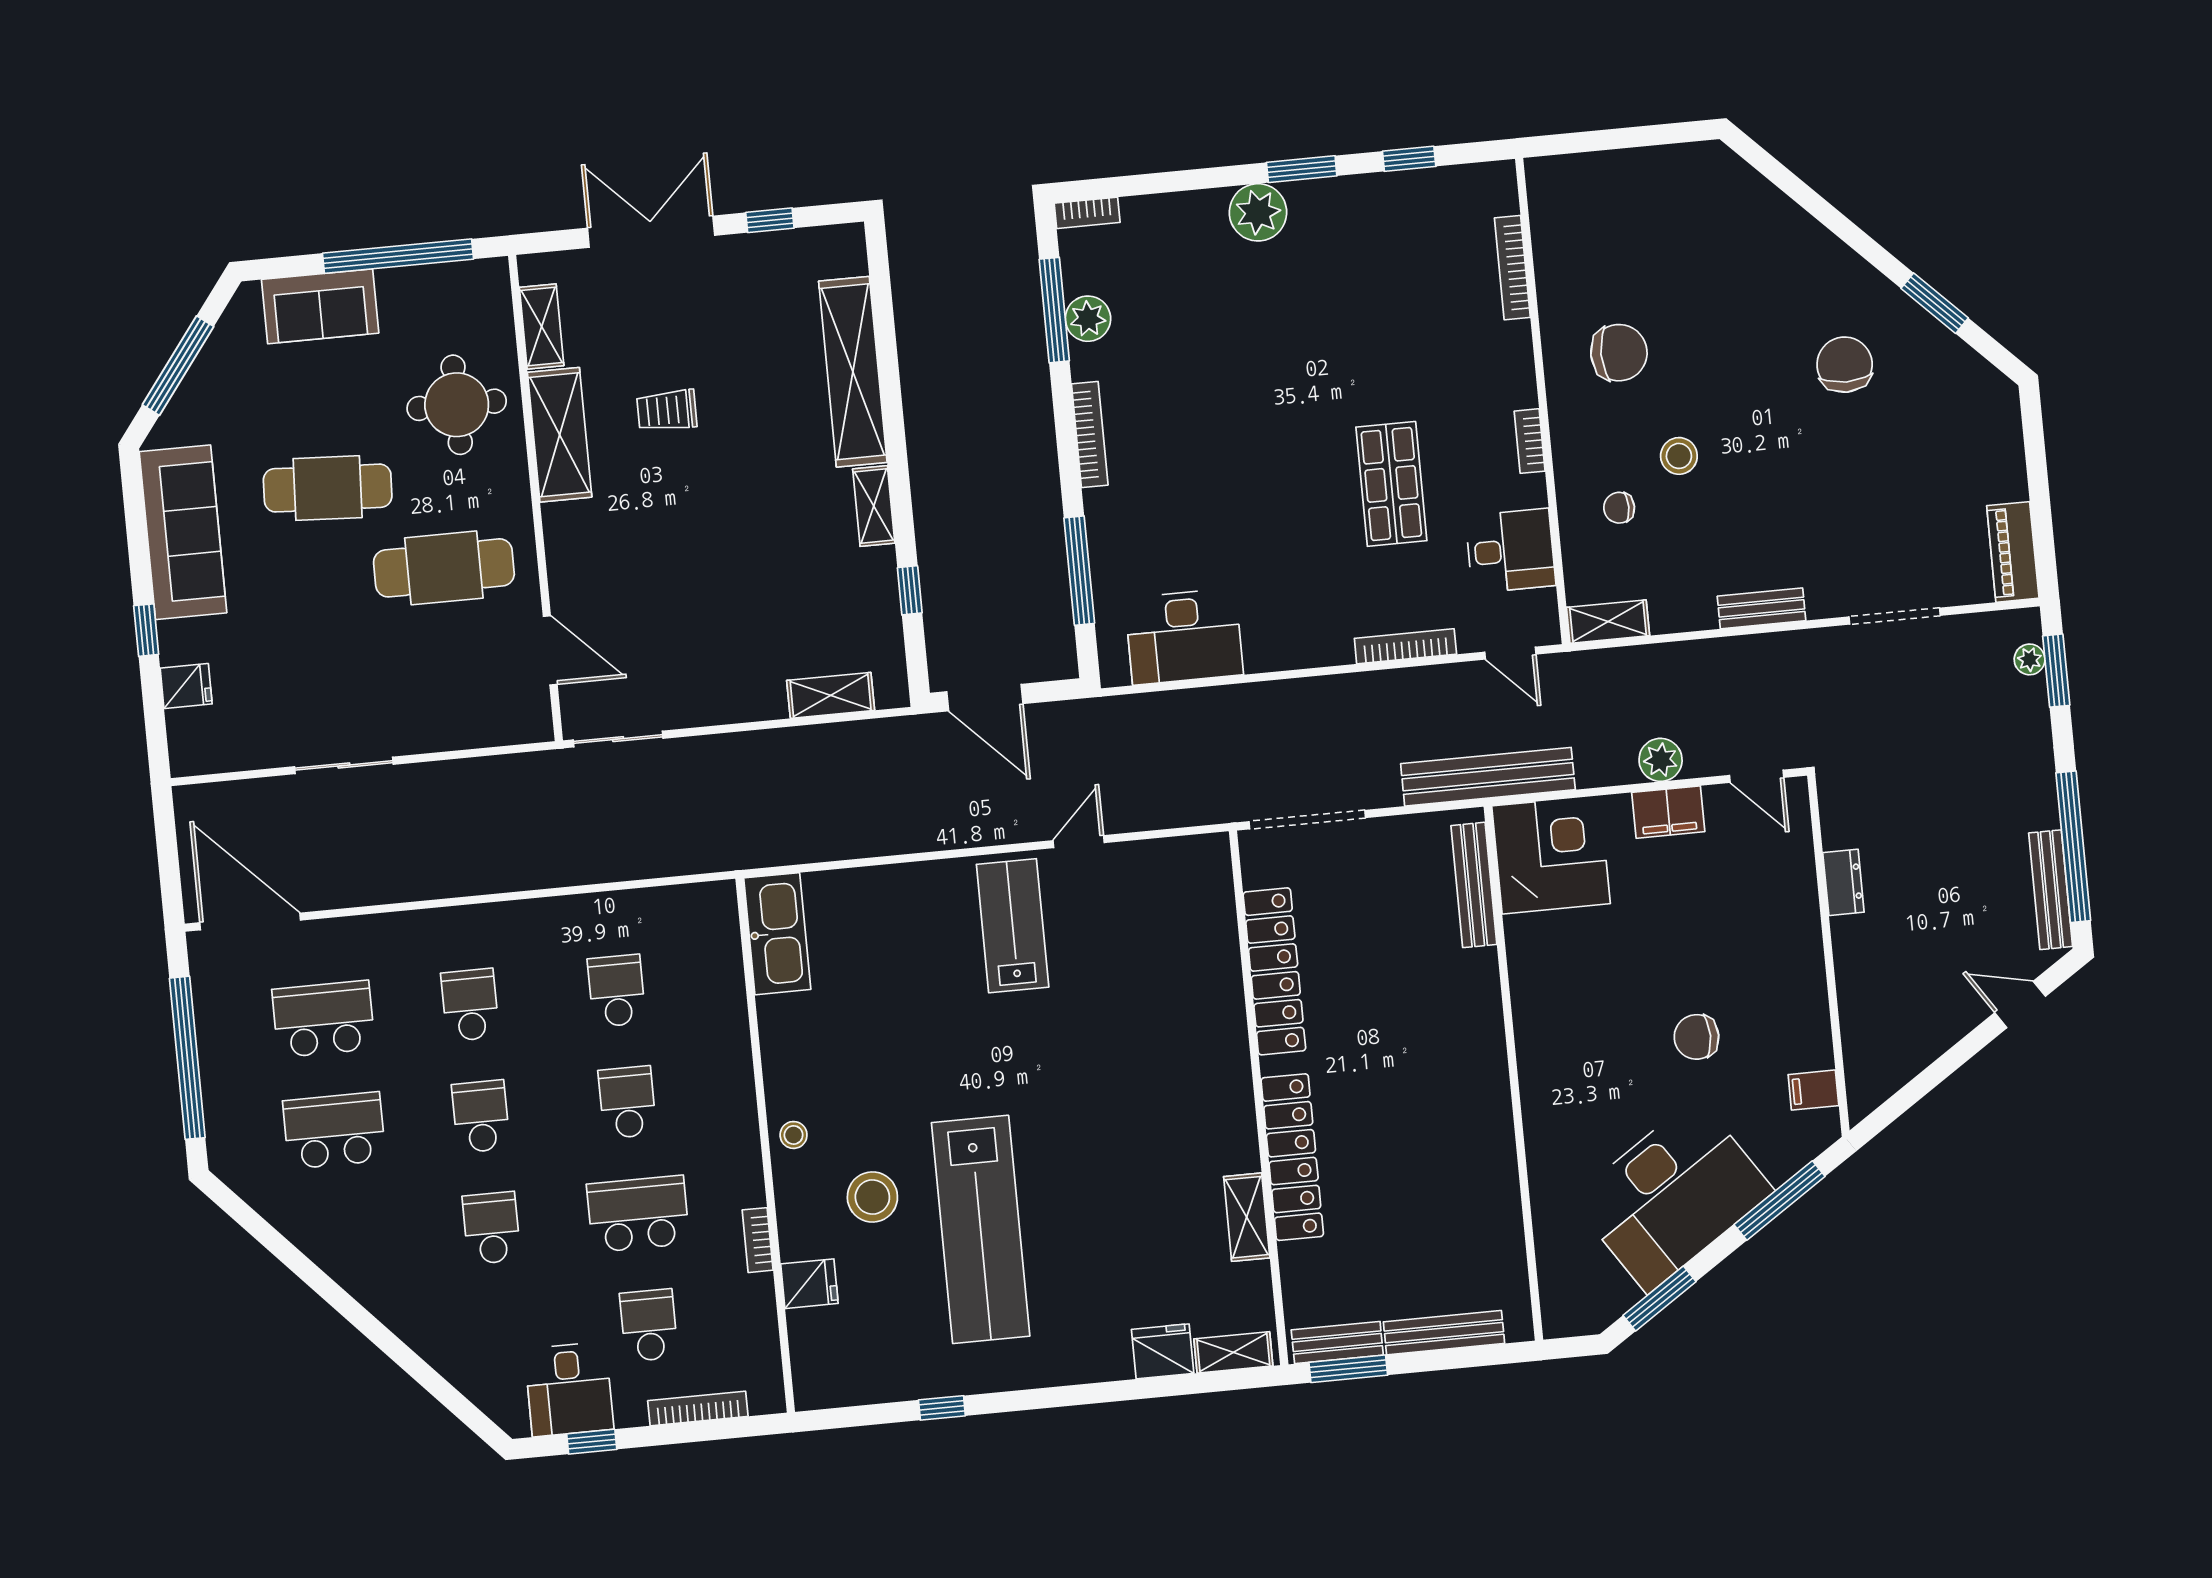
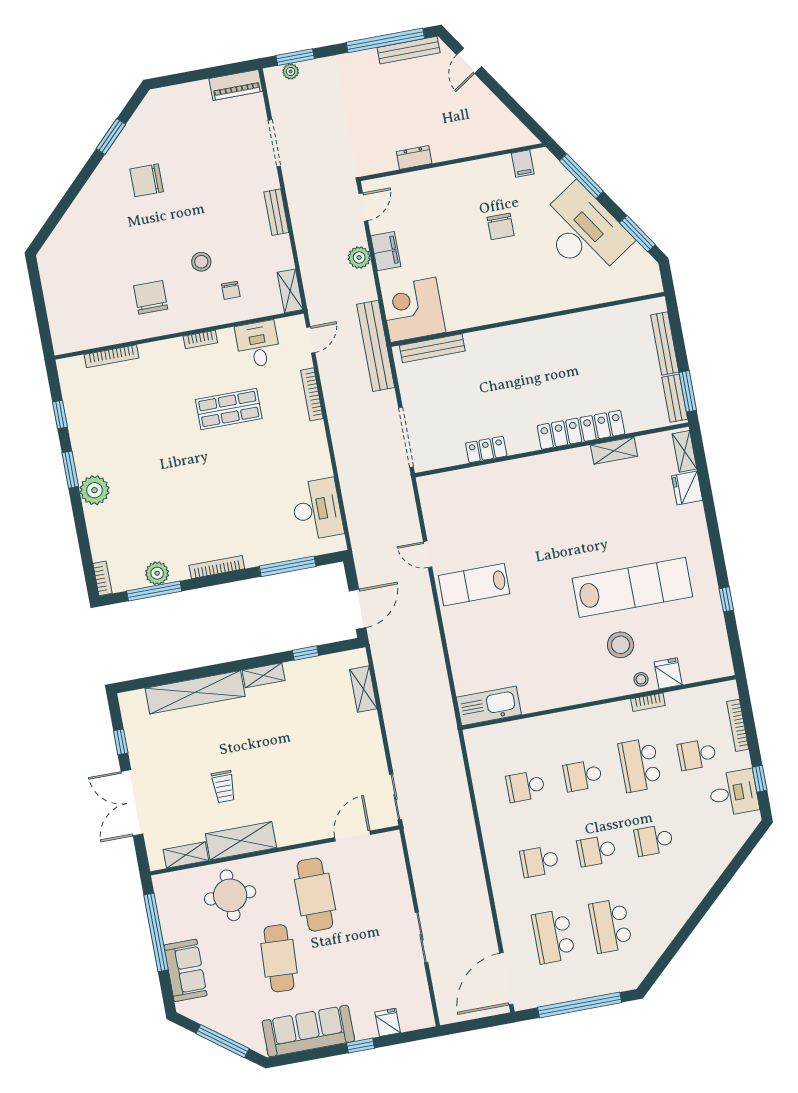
locker: (1274, 971) -> (486, 449), width x0.46, depth x0.83
stool: (794, 1135) -> (641, 679), moved

